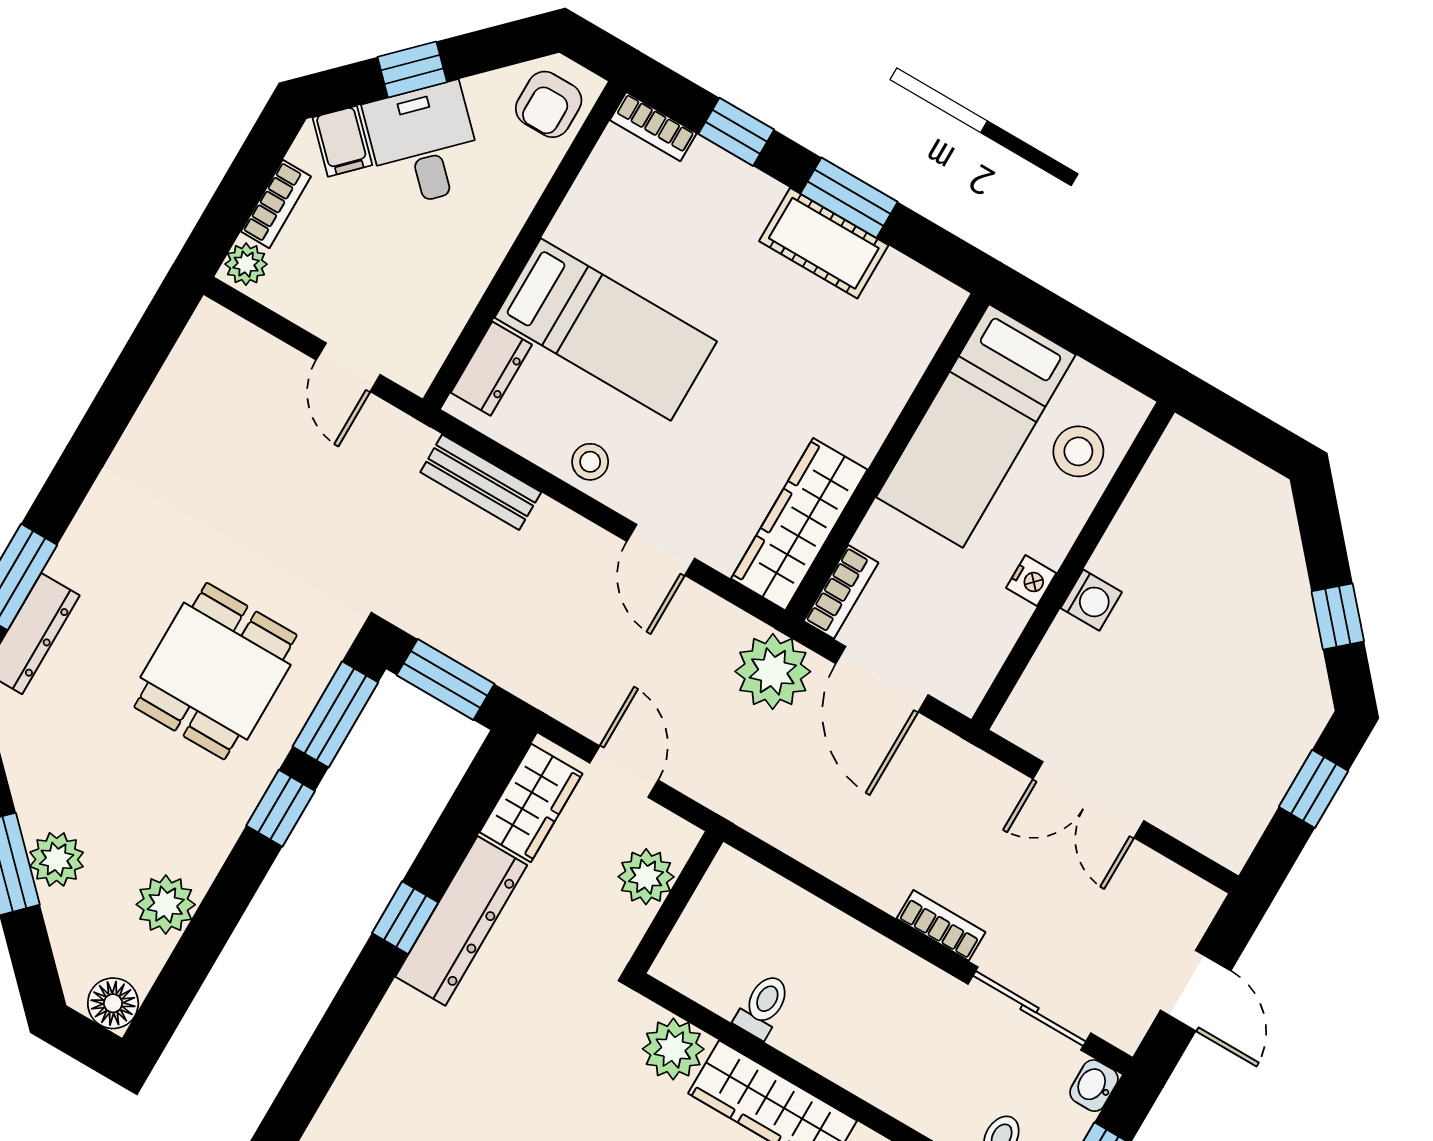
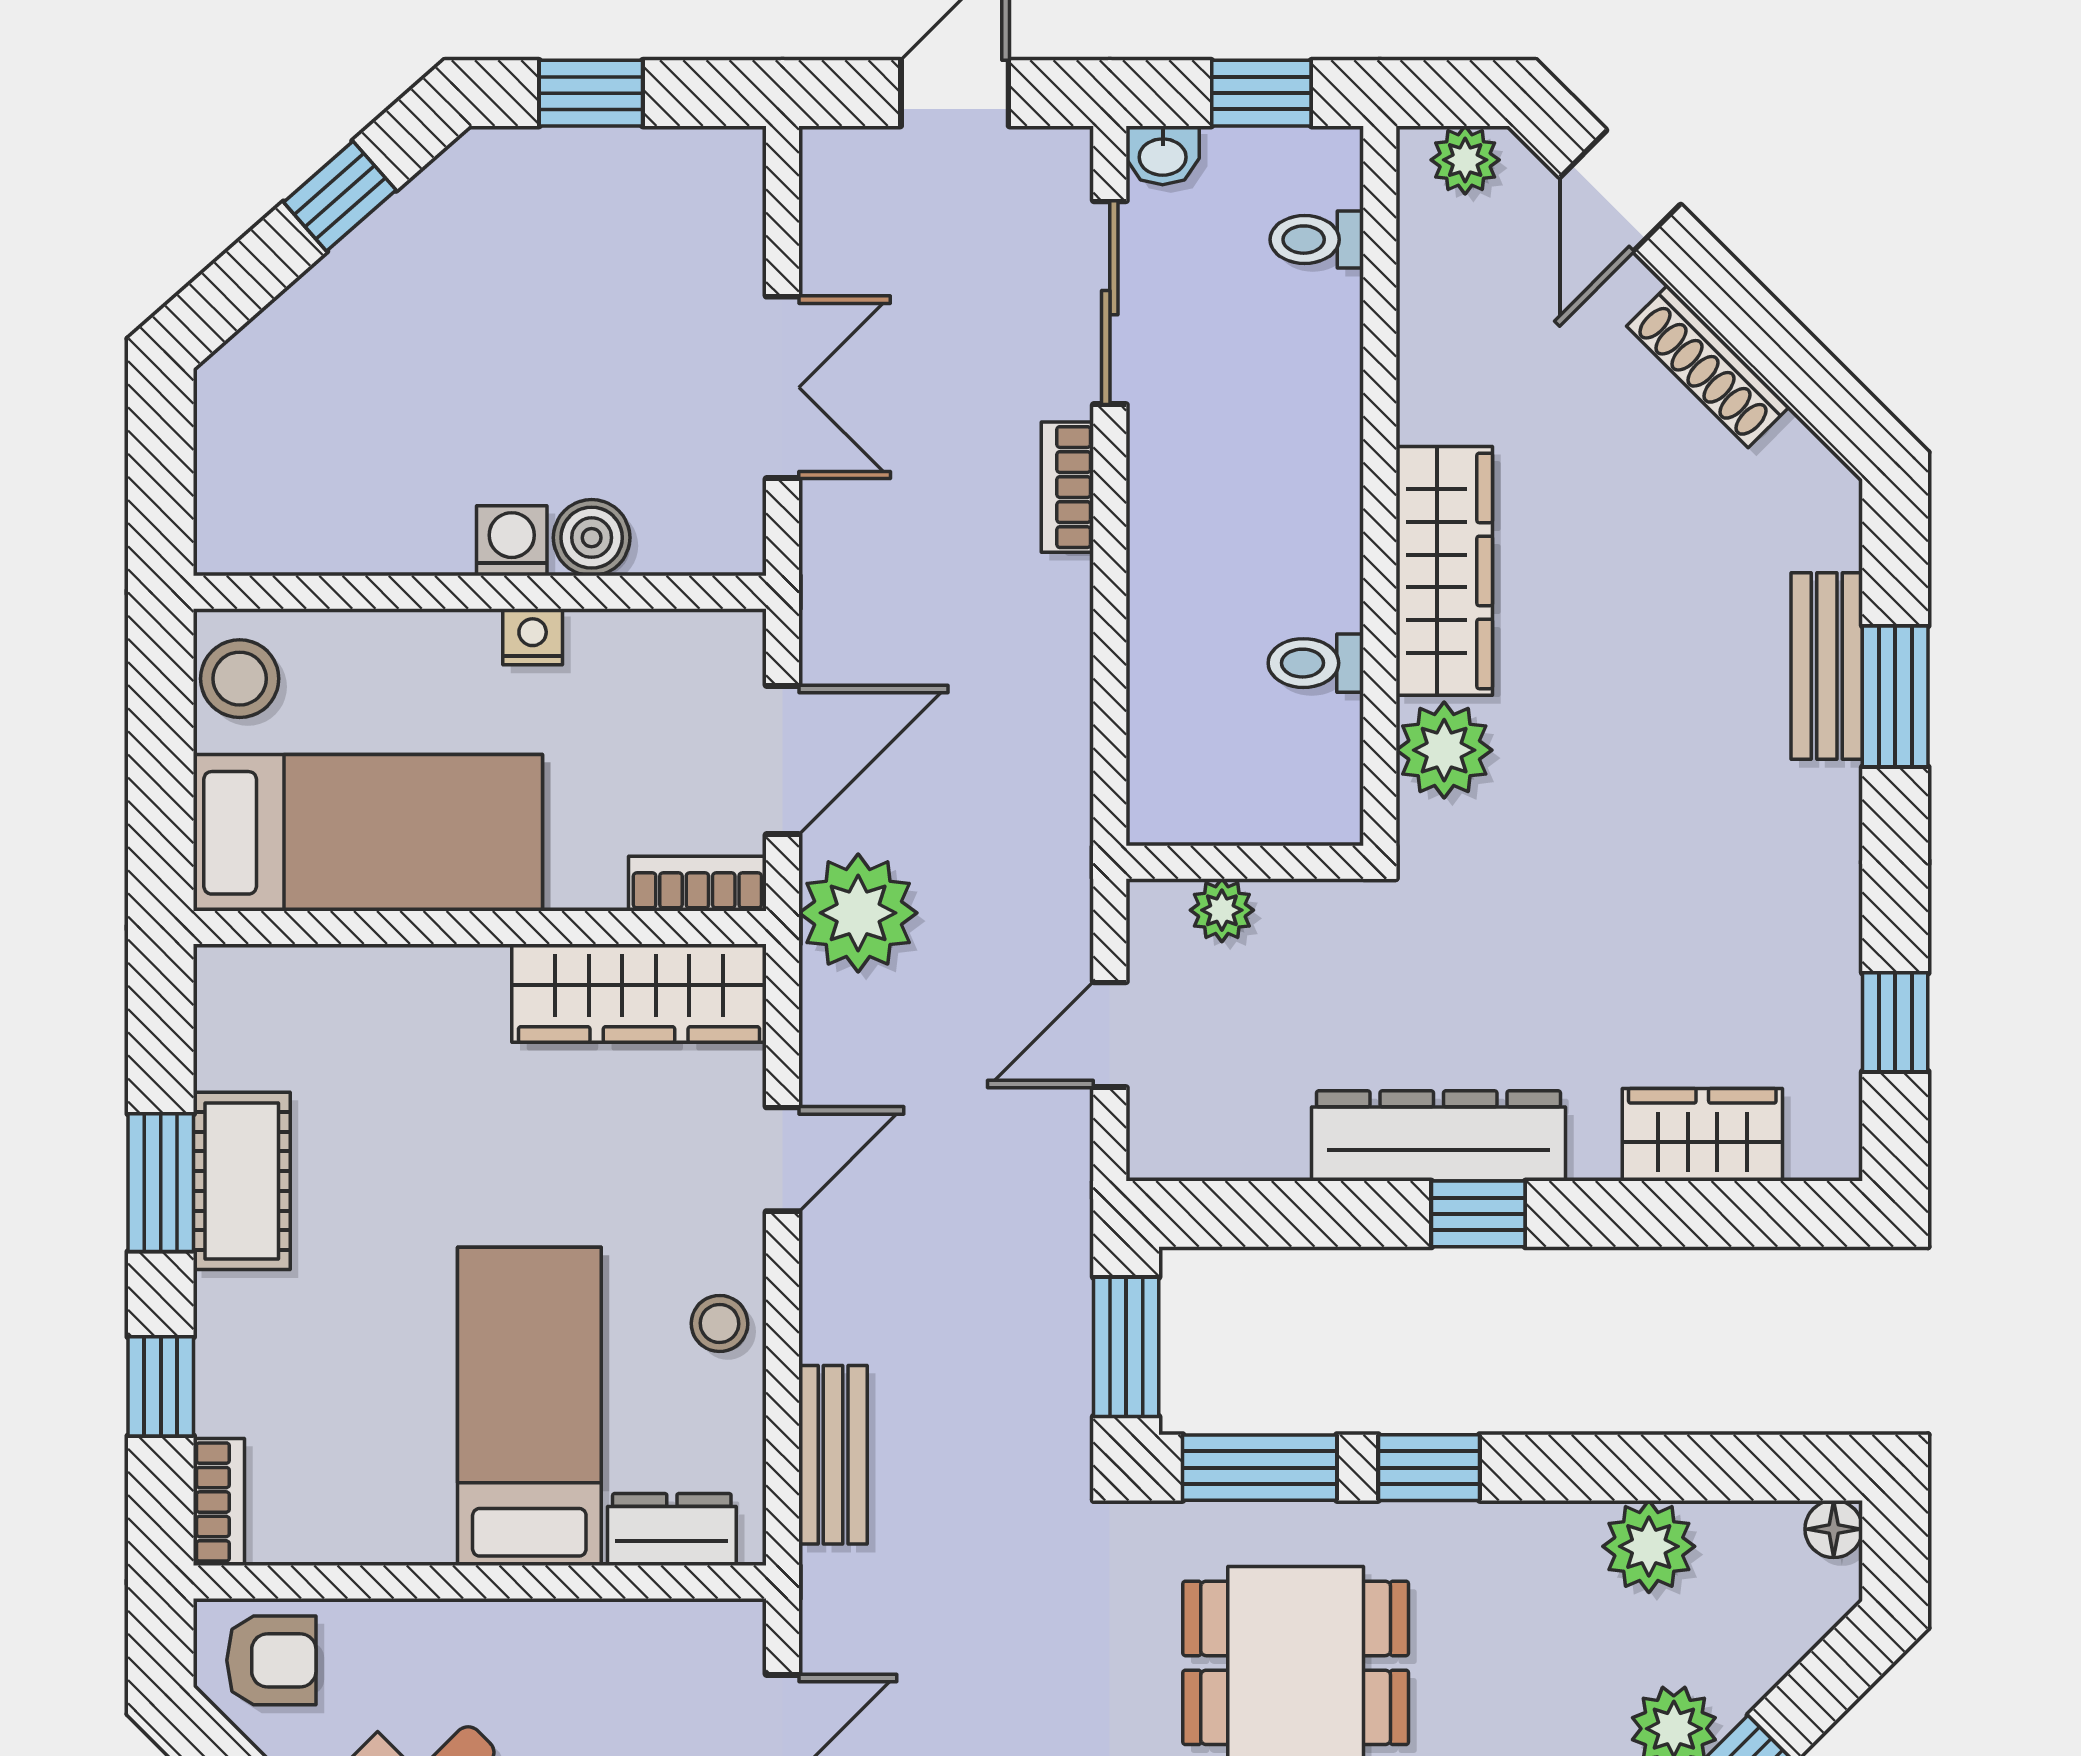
stool: (1078, 451) -> (240, 679), moved
boiler: (1067, 645) -> (592, 538), added
wardrobe: (531, 803) -> (1702, 1135), moved
plant: (646, 877) -> (1222, 910), width x0.73, depth x0.73
floor lamp: (113, 1003) -> (1834, 1529), width x0.73, depth x0.73

